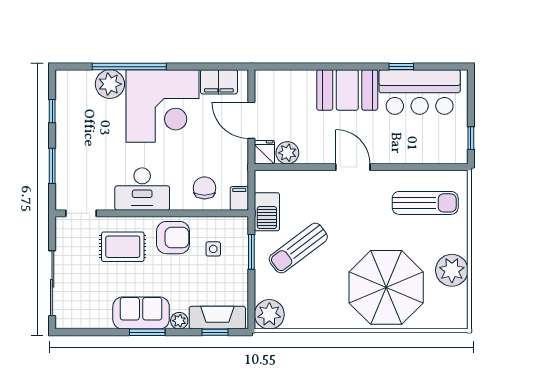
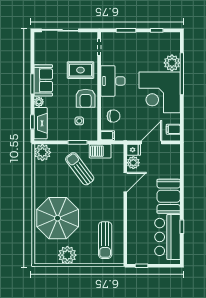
filing cabinet: (219, 82) -> (173, 129), width x0.50
door: (353, 167) -> (125, 182), moved
rug: (123, 247) -> (80, 70), turned 90

